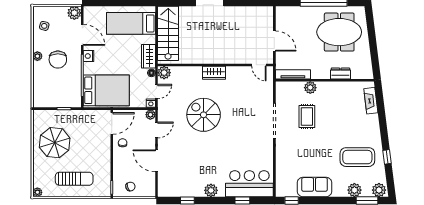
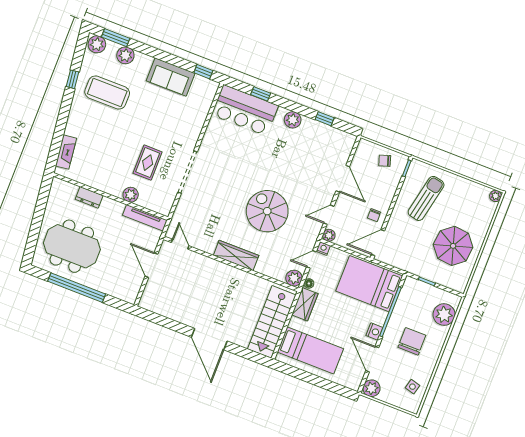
plant: (37, 56) -> (444, 315), moved, width x1.87, depth x1.87
wardrobe: (214, 73) -> (236, 255), width x1.50
spiral stairs: (204, 115) -> (267, 211), turned 180
sun lounger: (74, 179) -> (426, 198), moved, turned 102

